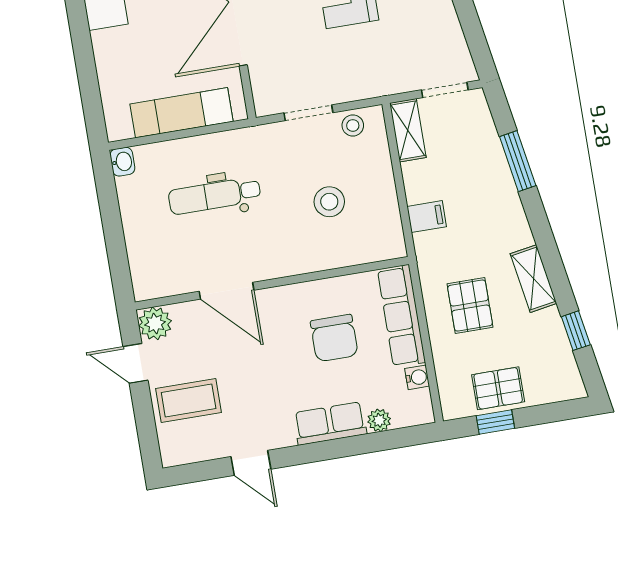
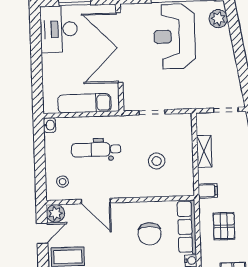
stool: (353, 125) -> (63, 182), moved
shelving: (408, 130) -> (204, 151), moved
filing cabinet: (427, 217) -> (208, 191), moved
door: (135, 363) -> (42, 233), swing flipped

